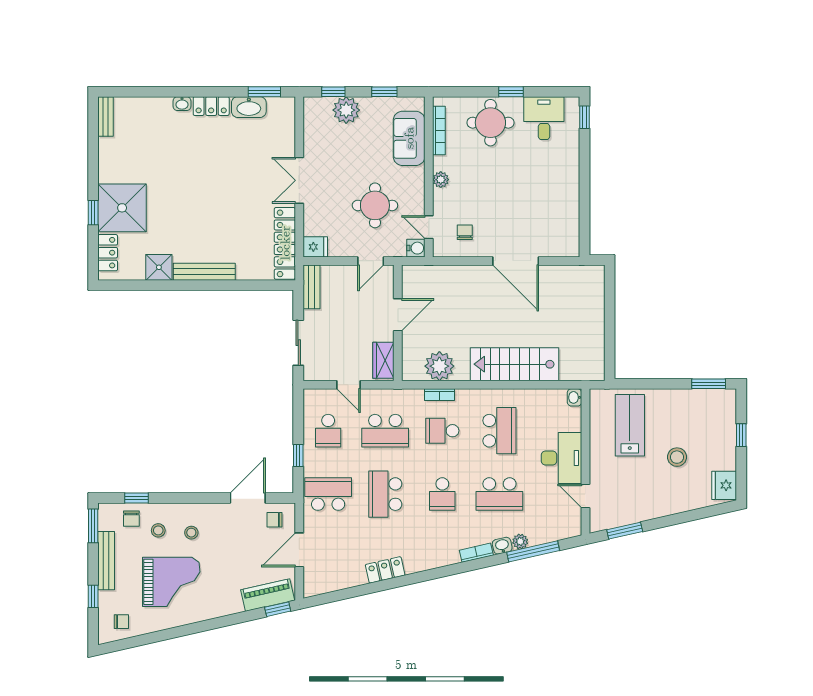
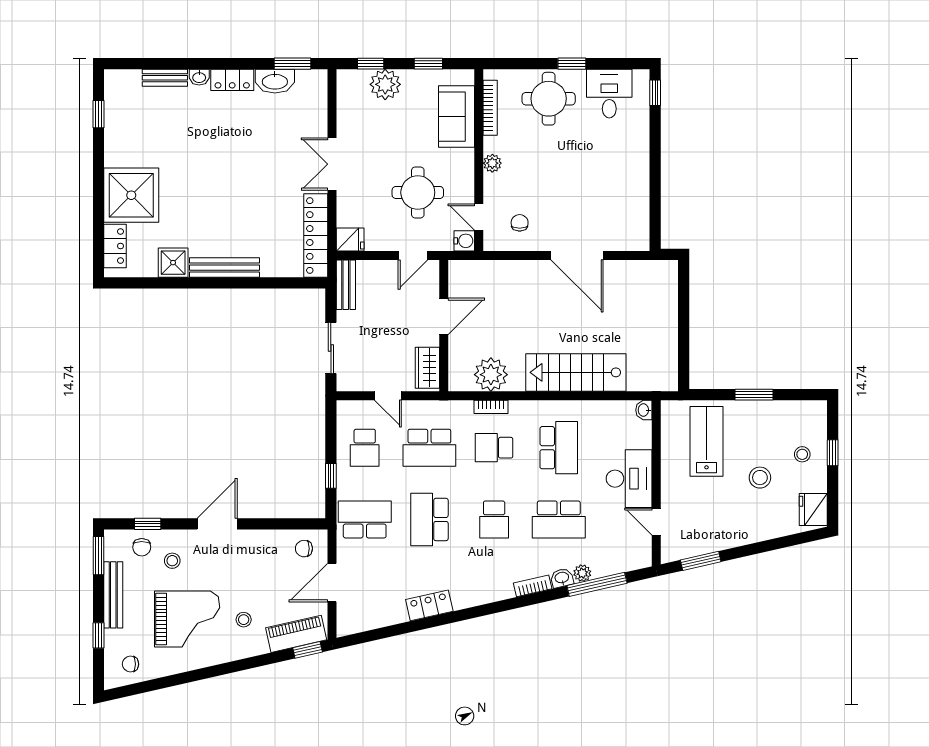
bench: (106, 116) -> (165, 78), moved, turned 90
window: (93, 213) -> (99, 114), moved
window: (709, 384) -> (754, 395), moved
stool: (714, 437) -> (802, 454), added
door: (248, 498) -> (217, 524), moved
stool: (191, 533) -> (244, 620), moved
chair: (121, 622) -> (130, 664), turned 180

